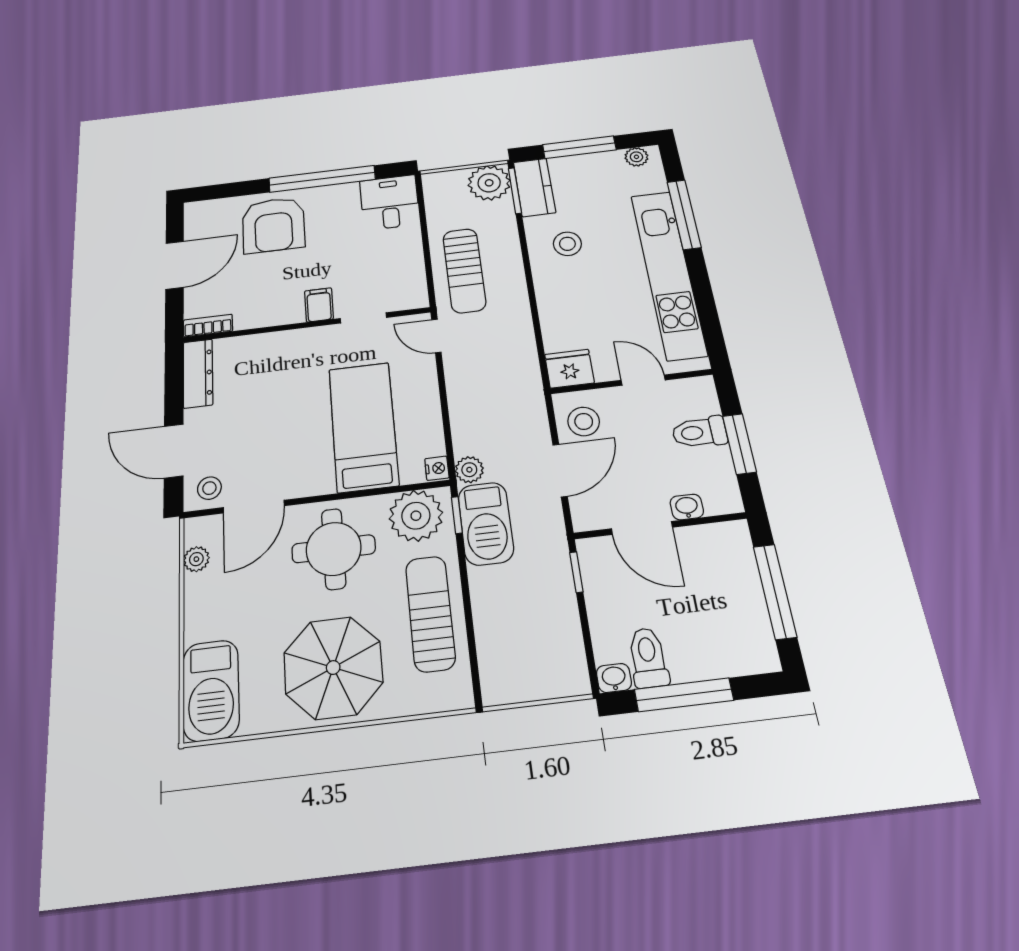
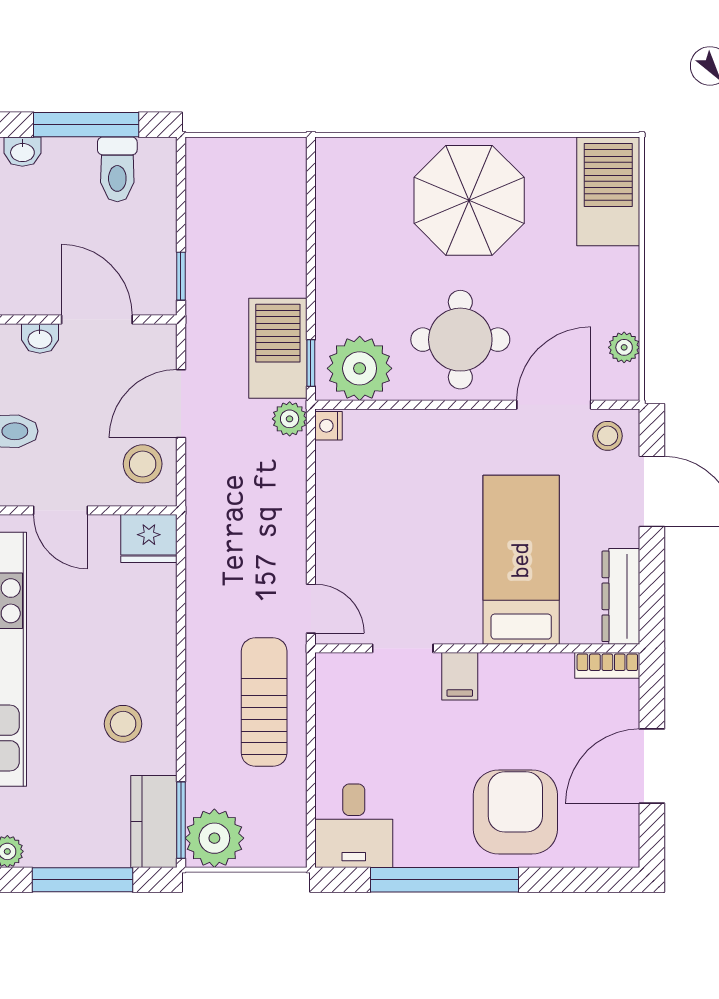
bed: (363, 426) -> (521, 560), moved, turned 180
sun lounger: (430, 613) -> (354, 249), removed
washbasin: (614, 678) -> (22, 152), moved

